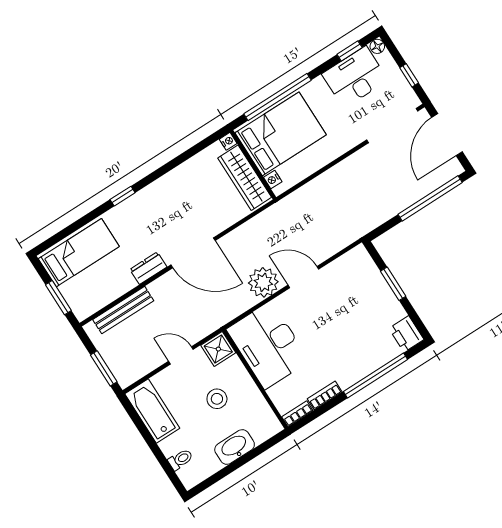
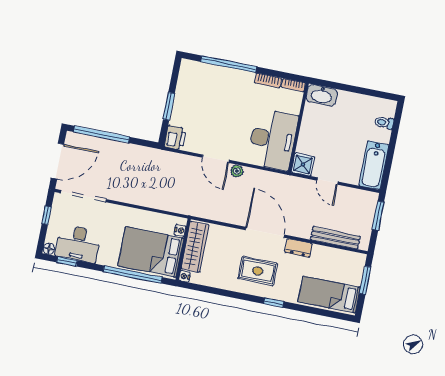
rug: (165, 211) -> (258, 271), added
plant: (263, 282) -> (237, 171), width x0.53, depth x0.53
printer: (406, 334) -> (175, 138), moved
stool: (217, 399) -> (331, 137), removed
washbasin: (235, 447) -> (322, 95), moved

